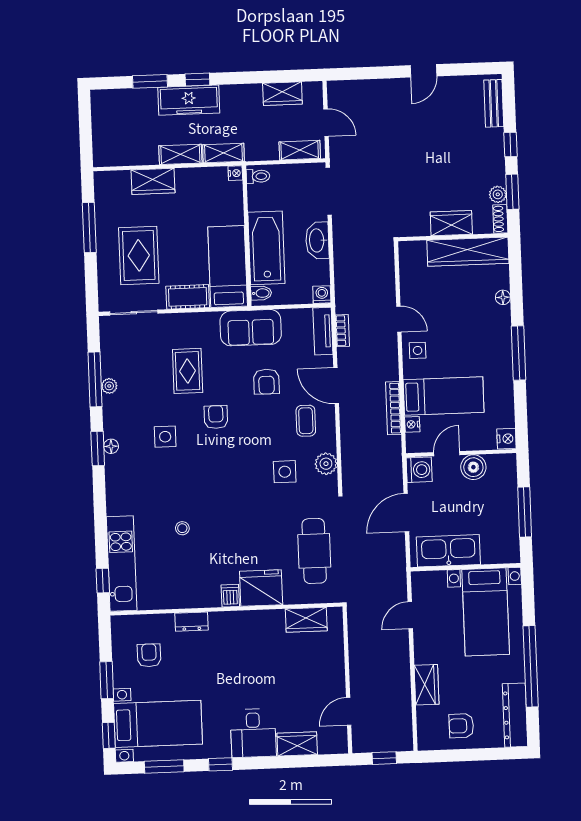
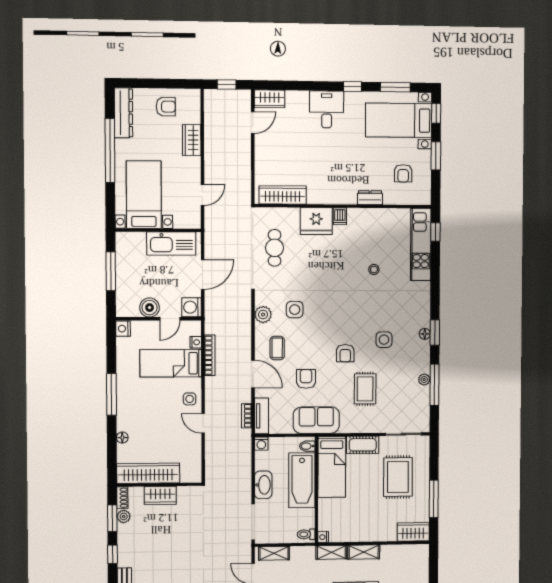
wardrobe: (153, 181) -> (413, 532), moved
cafe table: (314, 551) -> (275, 248), width x0.73, depth x0.74
wardrobe: (306, 620) -> (283, 195), width x1.50
wardrobe: (297, 744) -> (270, 99), moved

